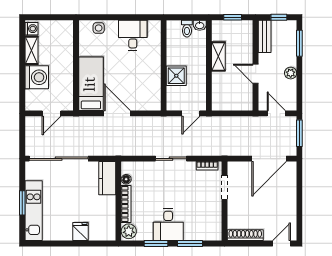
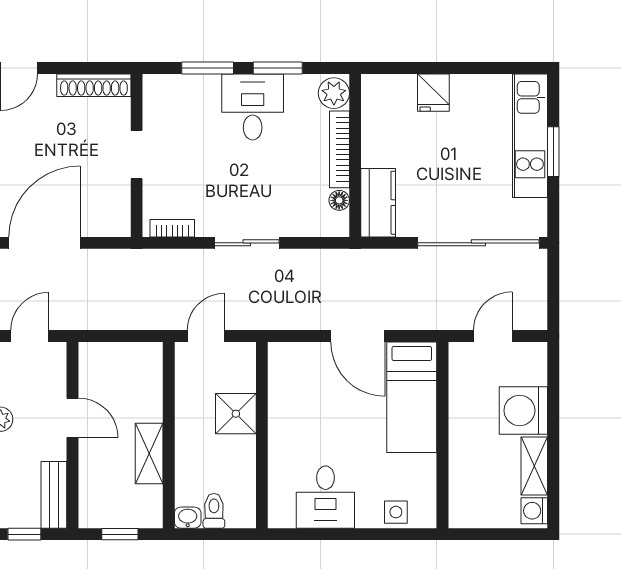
door: (276, 113) -> (30, 336), swing flipped
doorway: (224, 187) -> (137, 154), moved

